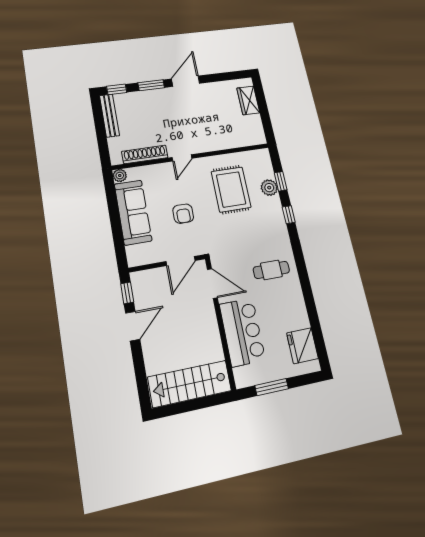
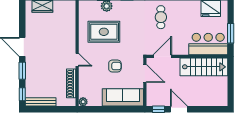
sofa: (133, 212) -> (123, 97), moved
bar counter: (242, 332) -> (208, 44), moved
stairs: (190, 384) -> (204, 67), moved, turned -90

